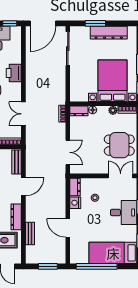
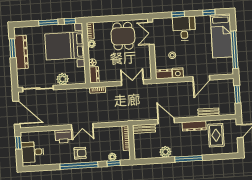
window: (95, 23) -> (12, 48), moved
plant: (76, 76) -> (63, 79), added
double door: (23, 114) -> (82, 126), moved

